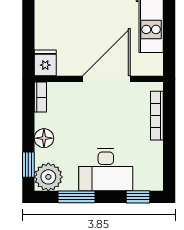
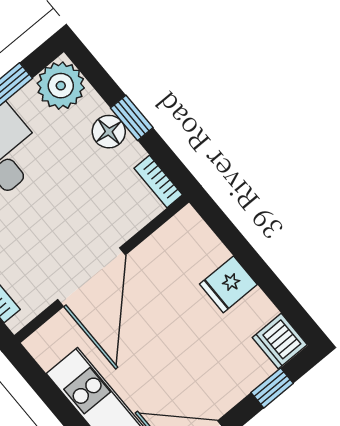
fridge: (45, 63) -> (228, 284), moved, turned 90
window: (28, 165) -> (132, 118), moved

